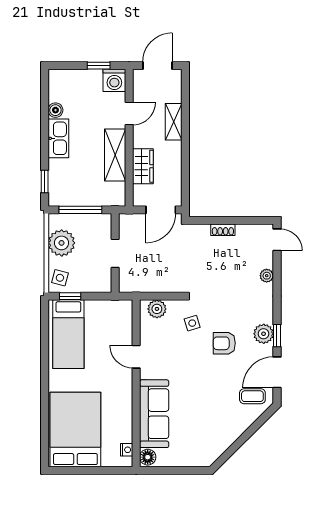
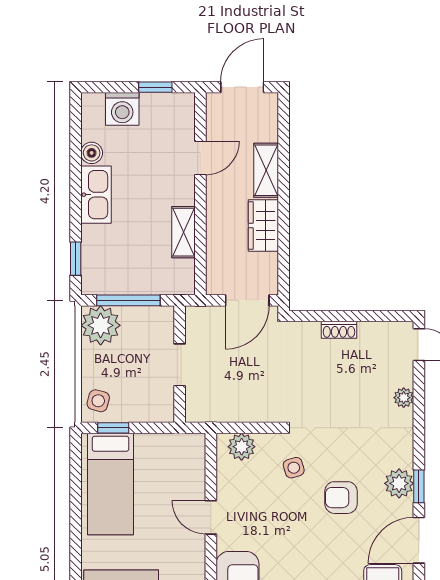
washing machine: (114, 80) -> (122, 109), moved
shelving: (115, 155) -> (184, 232), width x0.67, depth x0.75
wardrobe: (143, 166) -> (263, 226), moved, turned 180
plant: (62, 243) -> (101, 325), moved

